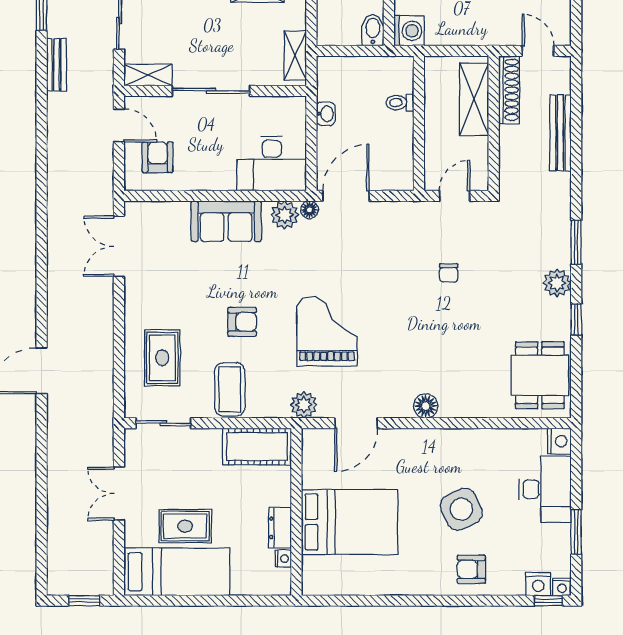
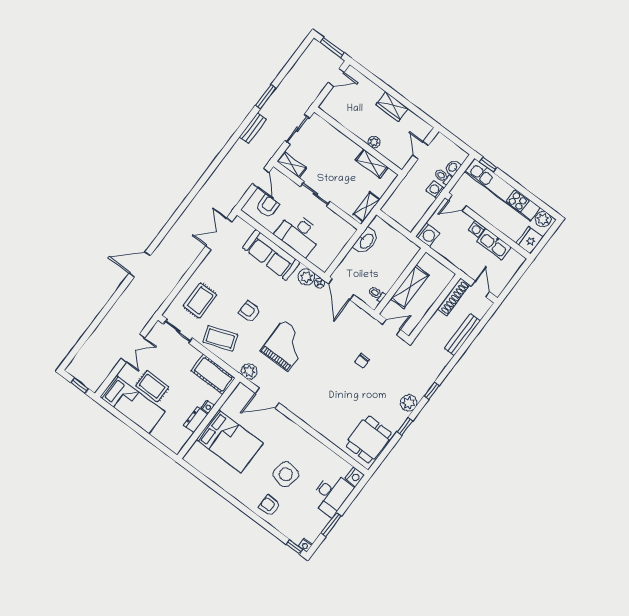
bidet: (373, 30) -> (411, 222), removed
sliding door: (211, 91) -> (315, 194), width x0.73
shelving: (474, 99) -> (410, 287), moved
toilet: (400, 103) -> (377, 294), moved
washbasin: (326, 114) -> (366, 241), width x1.91, depth x1.45
desk: (272, 164) -> (299, 234), moved
door: (346, 196) -> (341, 289), swing flipped
sofa: (226, 221) -> (271, 255), width x1.36
window: (576, 242) -> (432, 391), width x0.67
armchair: (242, 322) -> (249, 312), turned 180
coffee table: (230, 389) -> (220, 338), turned 70
floor lamp: (426, 406) -> (305, 414), removed
double door: (119, 494) -> (133, 348), swing flipped
side table: (461, 509) -> (286, 474), turned 35
nightstand: (283, 559) -> (208, 407), moved
nightstand: (538, 584) -> (295, 536), removed

